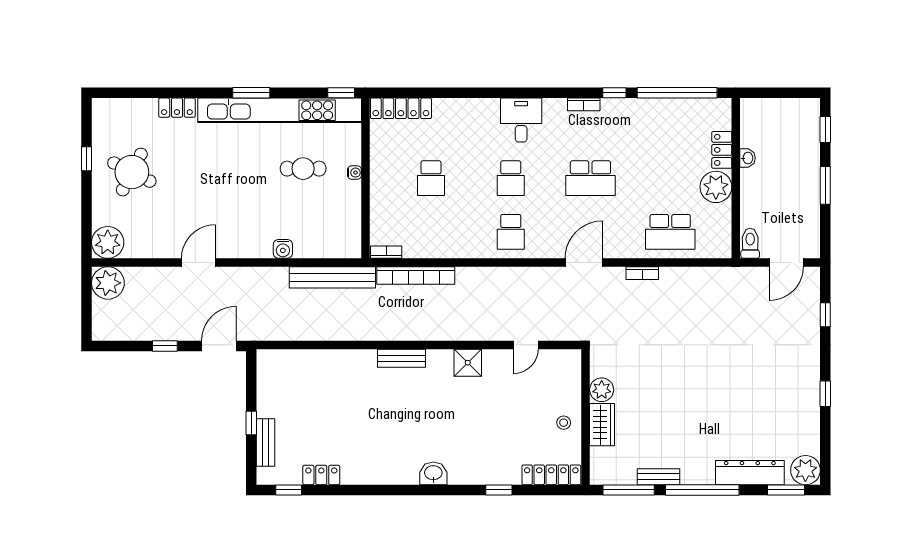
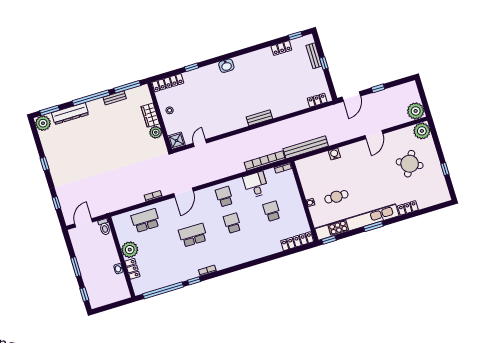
desk: (521, 120) -> (256, 185), moved, turned 180
round table: (132, 172) -> (410, 164), moved
locker: (284, 358) -> (317, 100), added
shower: (468, 363) -> (177, 141), moved

